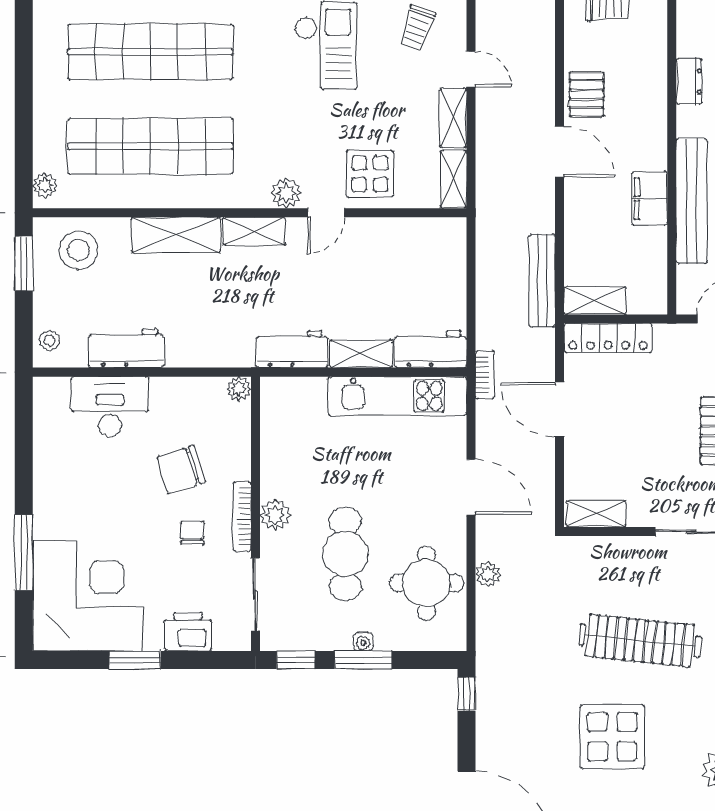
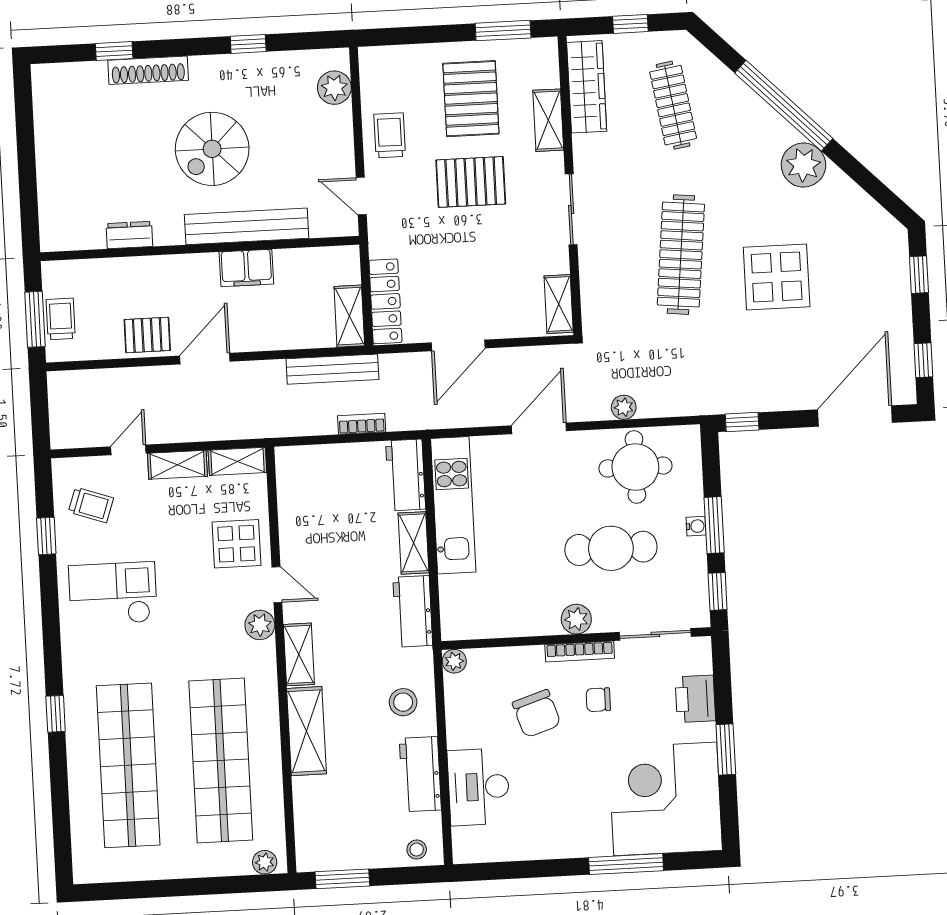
stool: (78, 250) -> (403, 702), moved, width x0.73, depth x0.73
bookcase: (485, 375) -> (362, 424), moved

